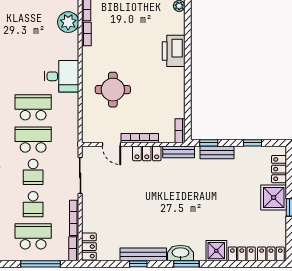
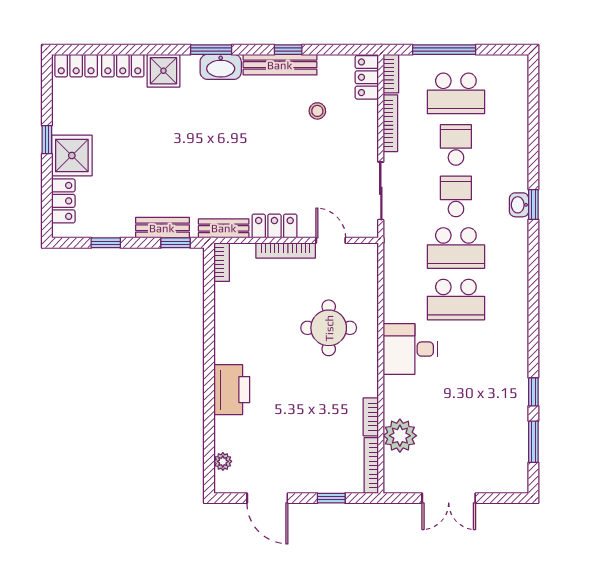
stool: (120, 225) -> (317, 111), added

